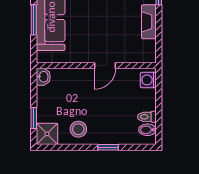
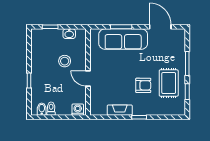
washbasin: (43, 77) -> (69, 34), moved
stool: (78, 129) -> (65, 61), moved
shower: (47, 134) -> (39, 36), removed

